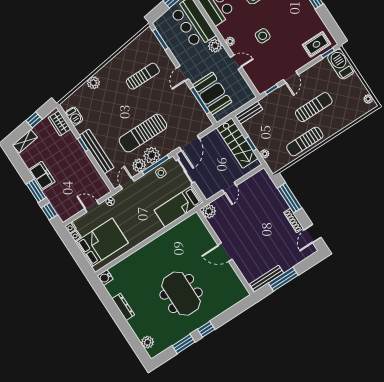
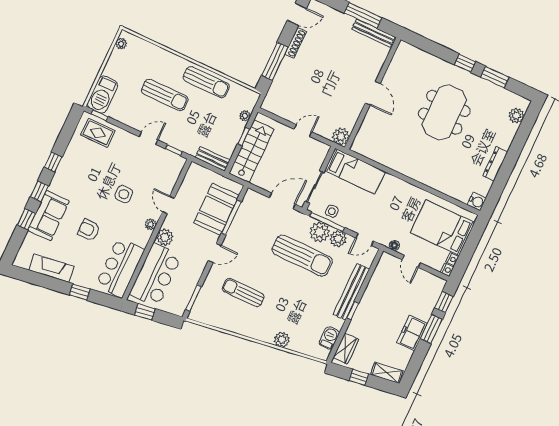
sun lounger: (314, 107) -> (165, 95), turned 180

